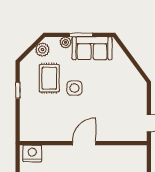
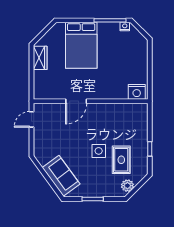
plant: (65, 42) -> (107, 192), removed
sofa: (92, 48) -> (61, 176), moved, turned 54
door: (84, 143) -> (76, 101), moved

